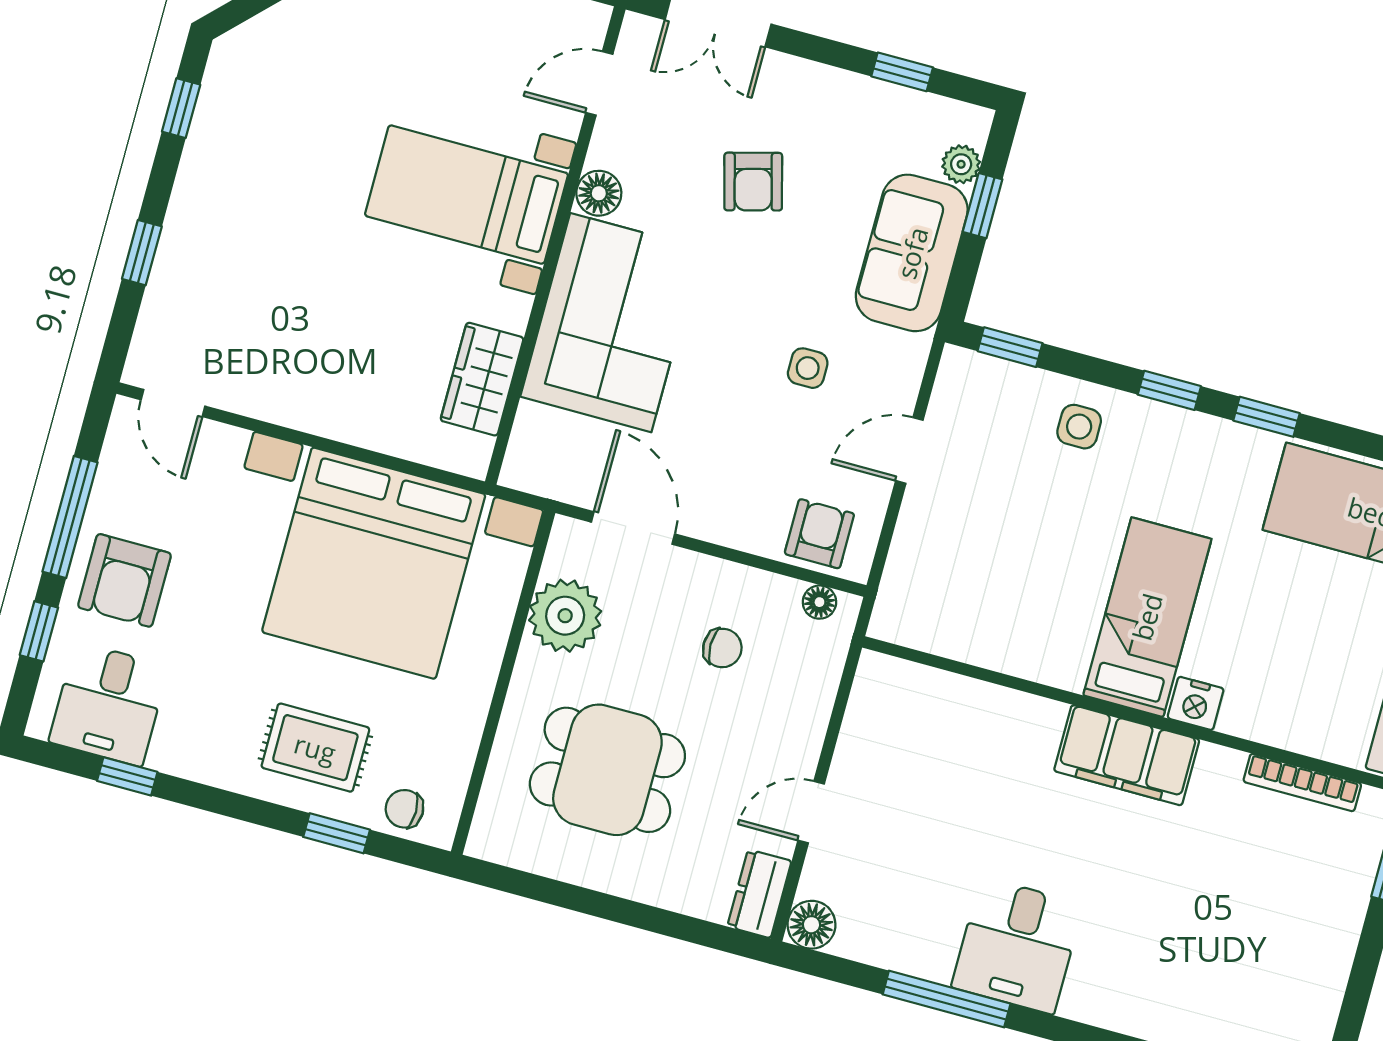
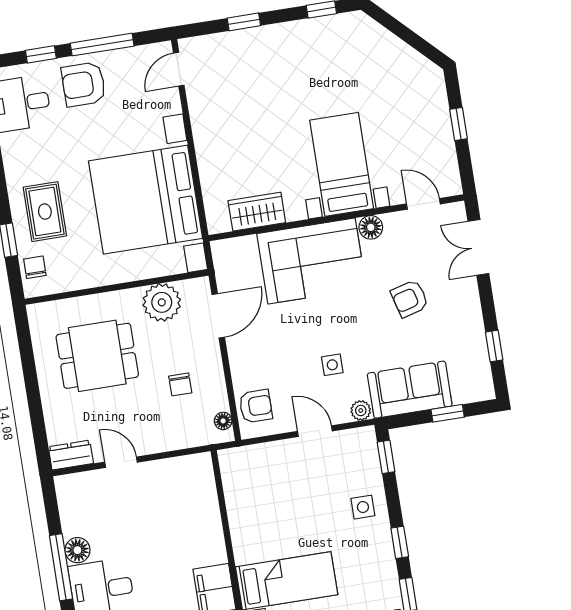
plant: (961, 164) -> (361, 410), moved
dining table: (607, 770) -> (97, 356), turned 90
floor lamp: (811, 925) -> (77, 550), moved

